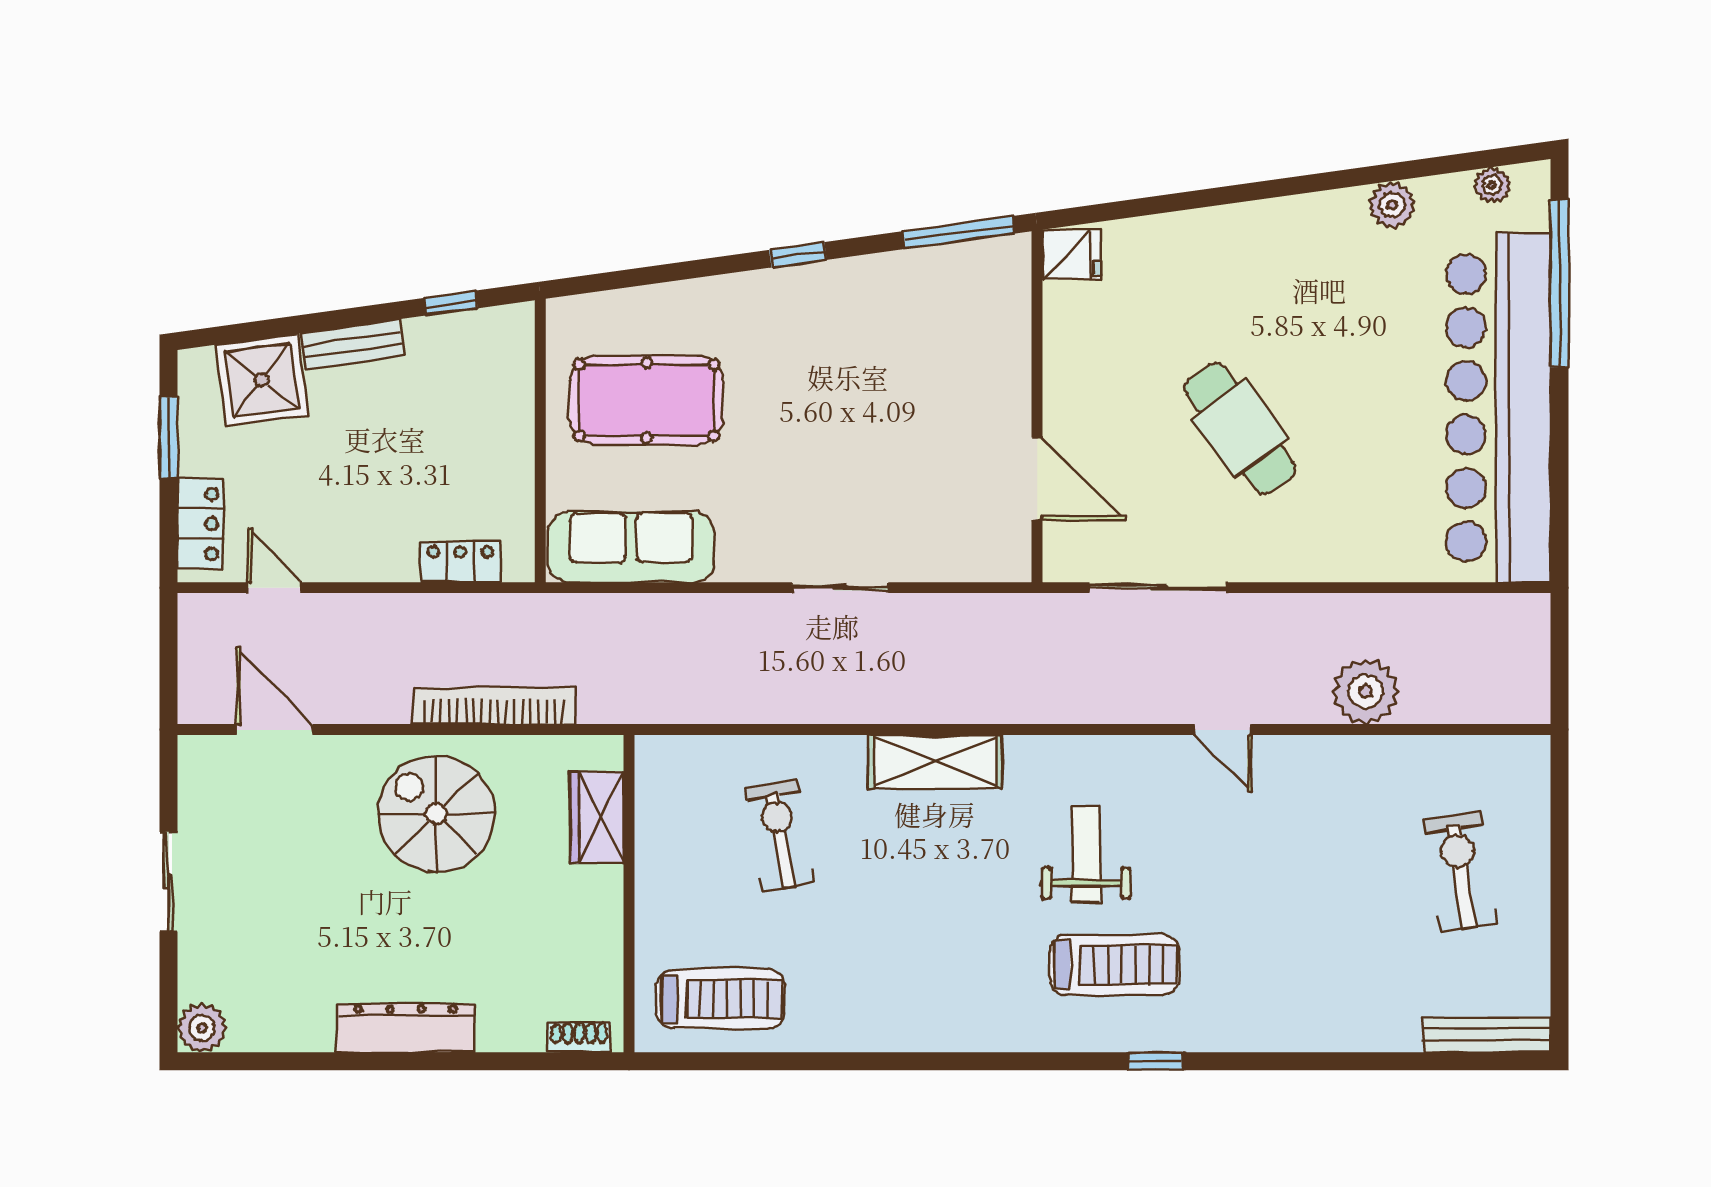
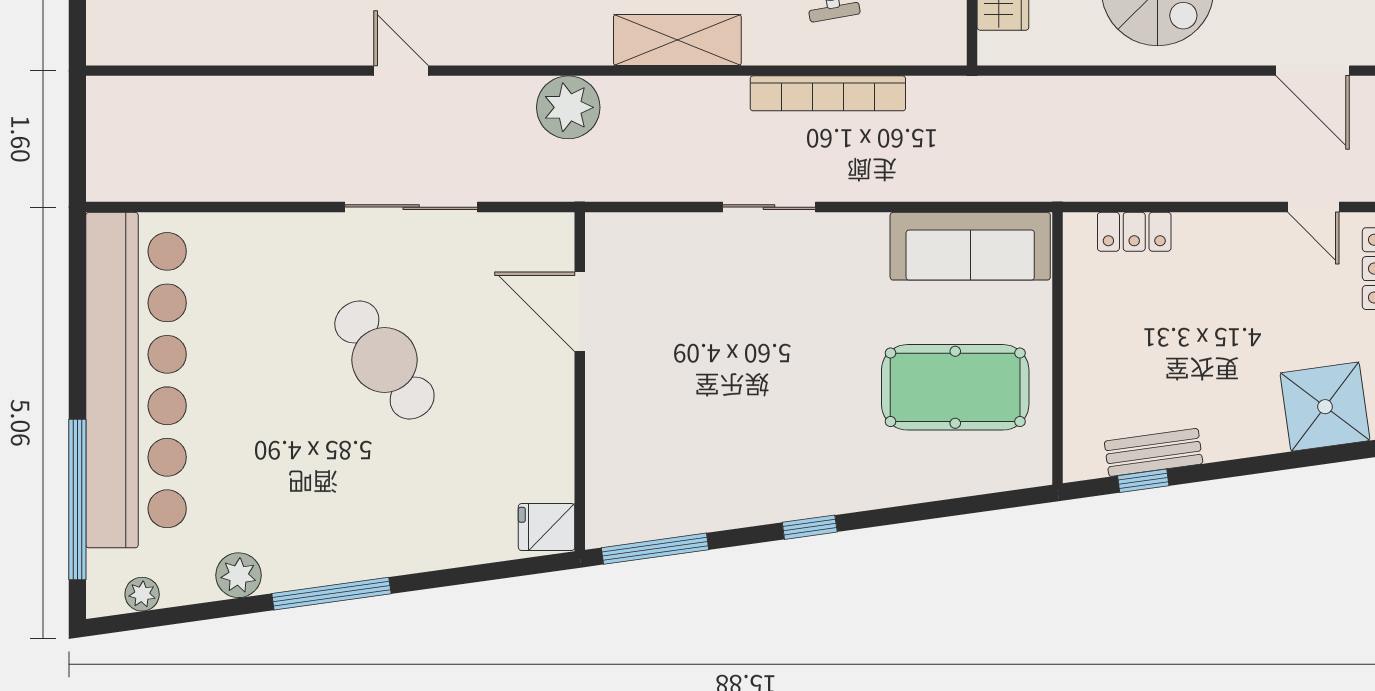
window: (1295, 186) -> (331, 594), added
bench: (352, 345) -> (1154, 452), moved
sliding door: (1158, 588) -> (411, 207), moved
plant: (1366, 691) -> (568, 107), moved
bookcase: (494, 706) -> (828, 93), moved

